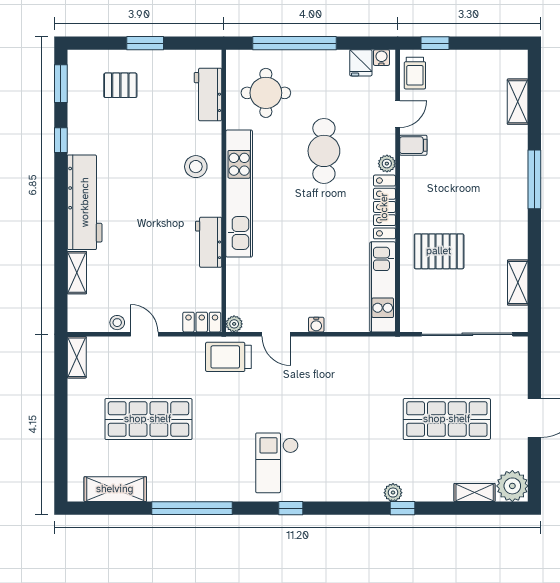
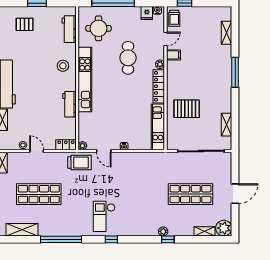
trolley: (228, 357) -> (79, 163), turned 180

